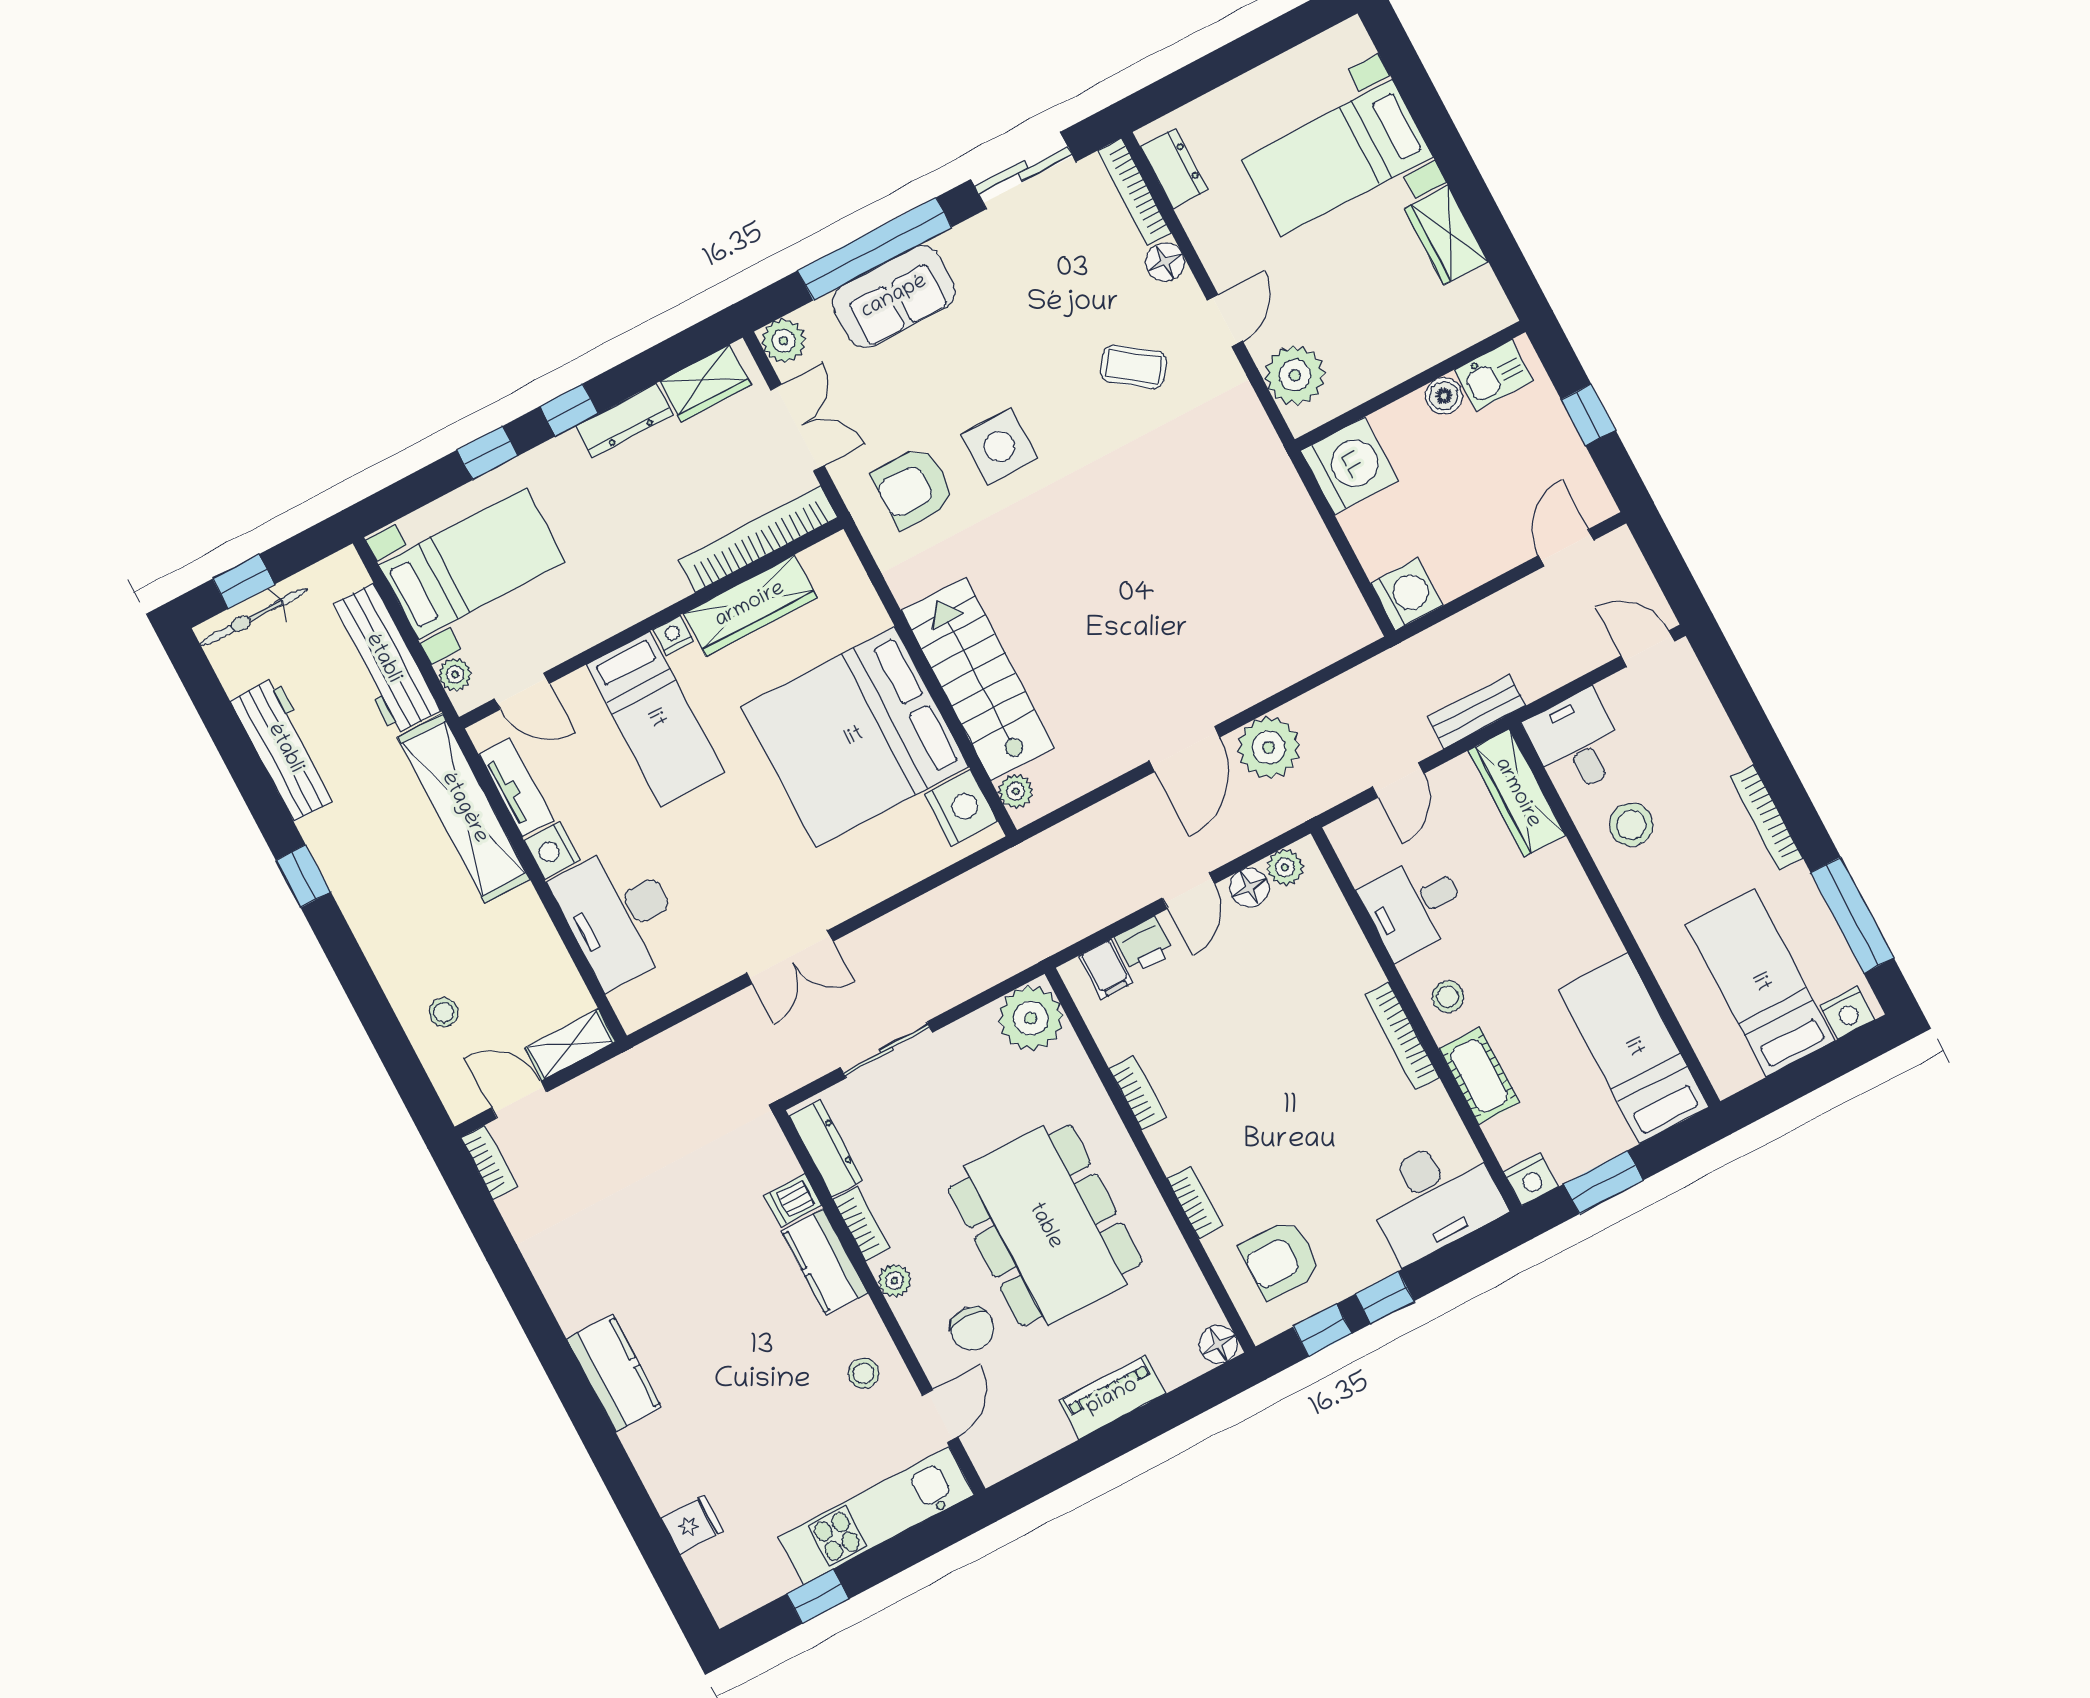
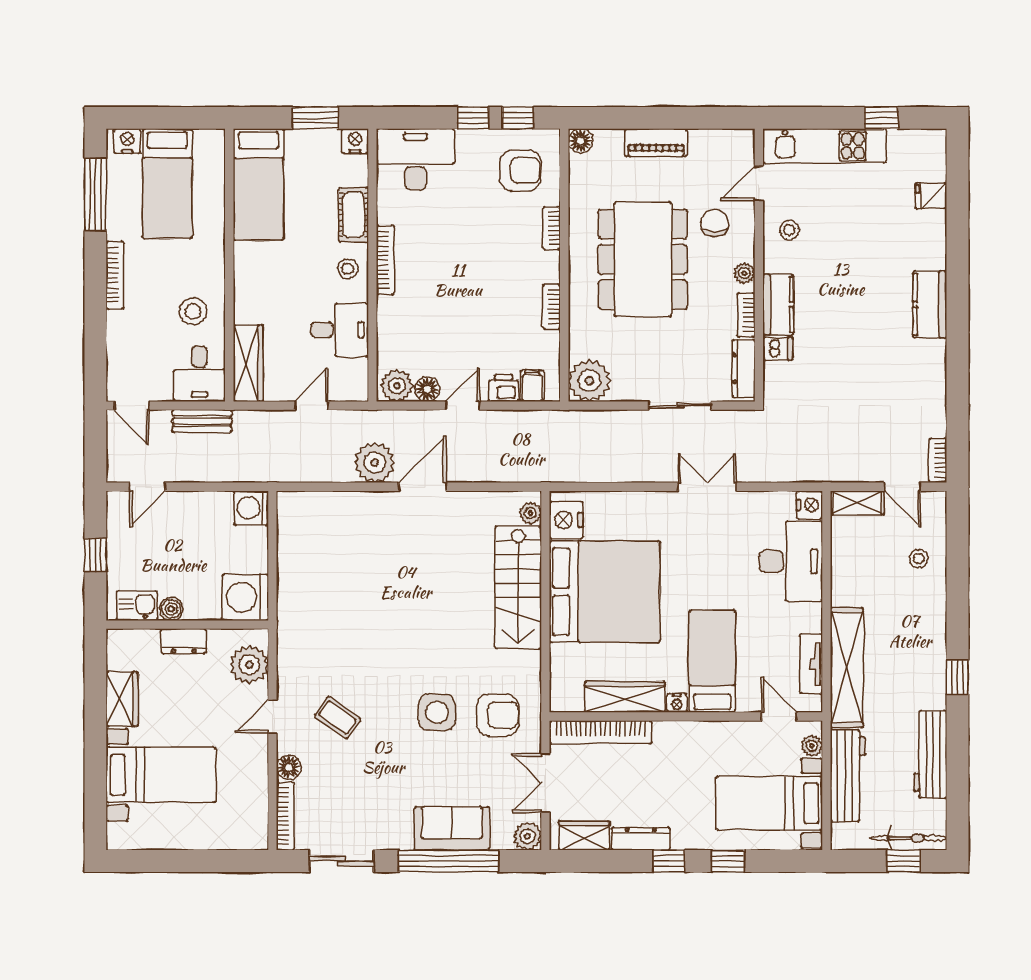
dresser: (1174, 168) -> (184, 641), moved, turned -90
bench: (1477, 711) -> (202, 421), moved
nightstand: (552, 850) -> (809, 505), moved
plant: (1285, 867) -> (397, 386), width x1.38, depth x1.38

